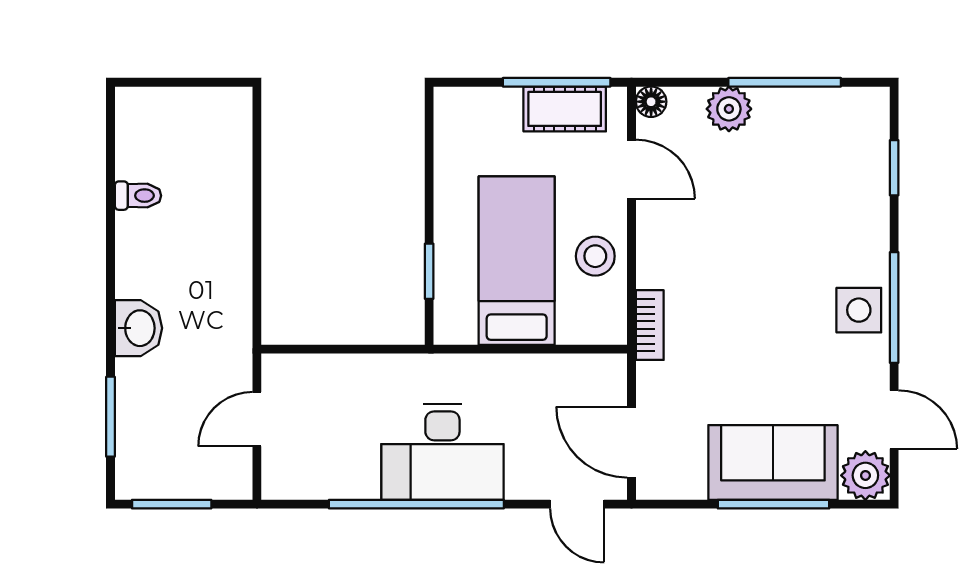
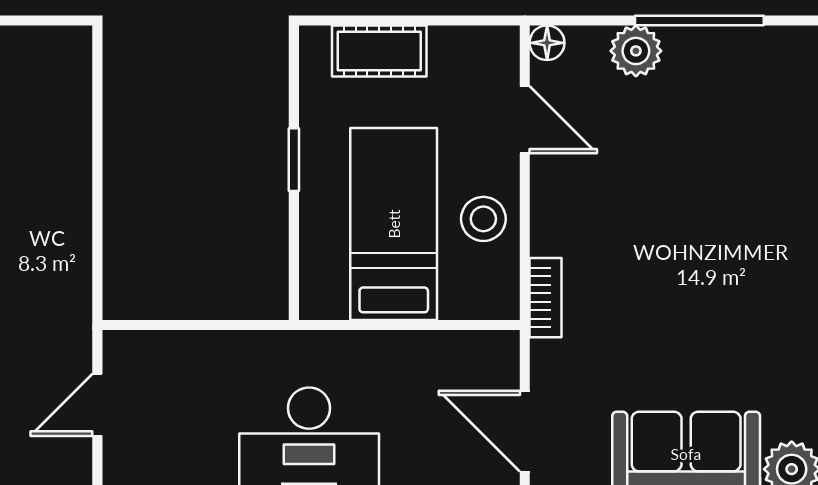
window: (557, 82) -> (439, 20), removed
cot: (565, 109) -> (379, 51), moved
window: (429, 271) -> (294, 160), moved
side table: (859, 310) -> (784, 281), removed

